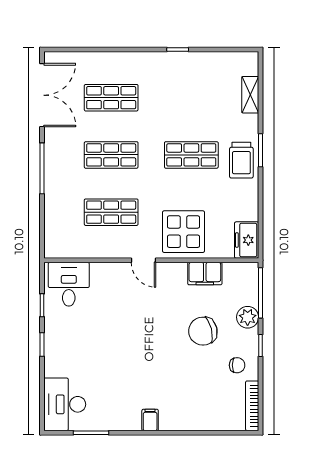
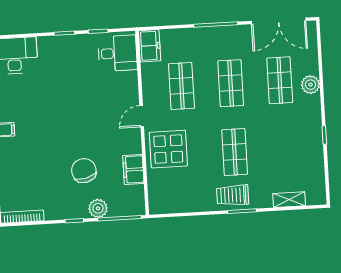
plant: (118, 62) -> (311, 85), added
freezer: (247, 240) -> (150, 46), moved, turned 90
chair: (237, 365) -> (56, 202), removed

